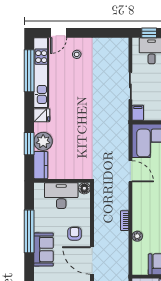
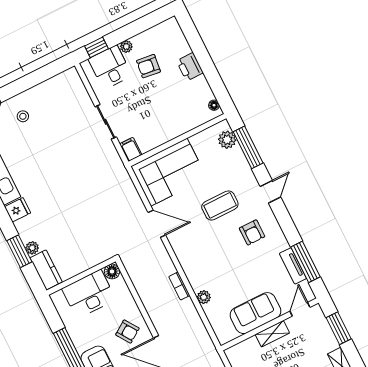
plant: (43, 141) -> (32, 248), width x0.53, depth x0.53
armchair: (75, 234) -> (127, 332), turned 146

